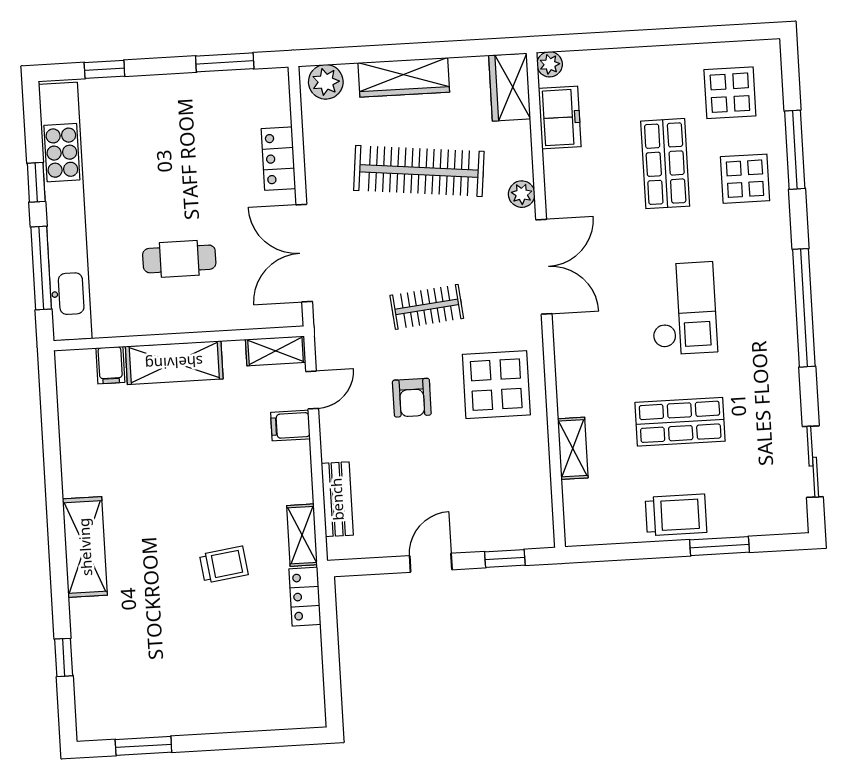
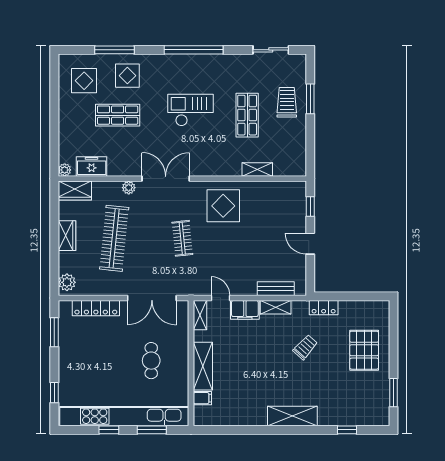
wardrobe: (404, 77) -> (67, 236), width x0.67
locker: (278, 159) -> (96, 308), width x1.53
window: (41, 268) -> (152, 430), width x0.69
armchair: (412, 398) -> (227, 248), removed
filing cabinet: (290, 426) -> (245, 310), width x2.00
trolley: (676, 515) -> (287, 102), moved
shelving: (302, 535) -> (276, 307), moved
trolley: (224, 565) -> (305, 347), turned 50
pallet: (224, 682) -> (364, 350), added

